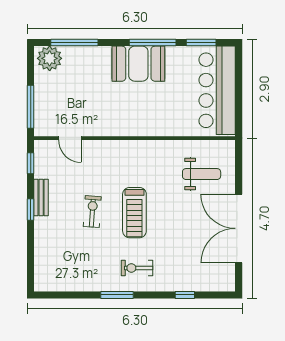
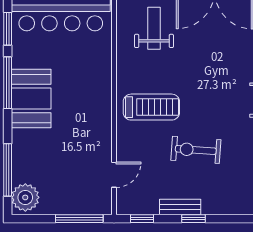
exercise bike: (92, 212) -> (196, 150), width x1.38, depth x1.39
treadmill: (134, 213) -> (151, 107), moved

